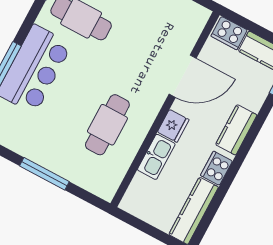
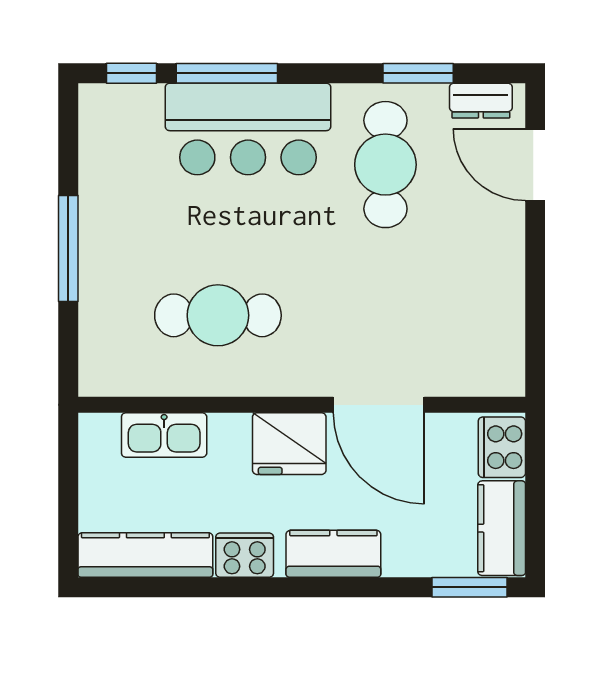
fridge: (173, 126) -> (289, 444), width x1.36, depth x1.34
kitchen sink: (156, 157) -> (164, 435), moved

